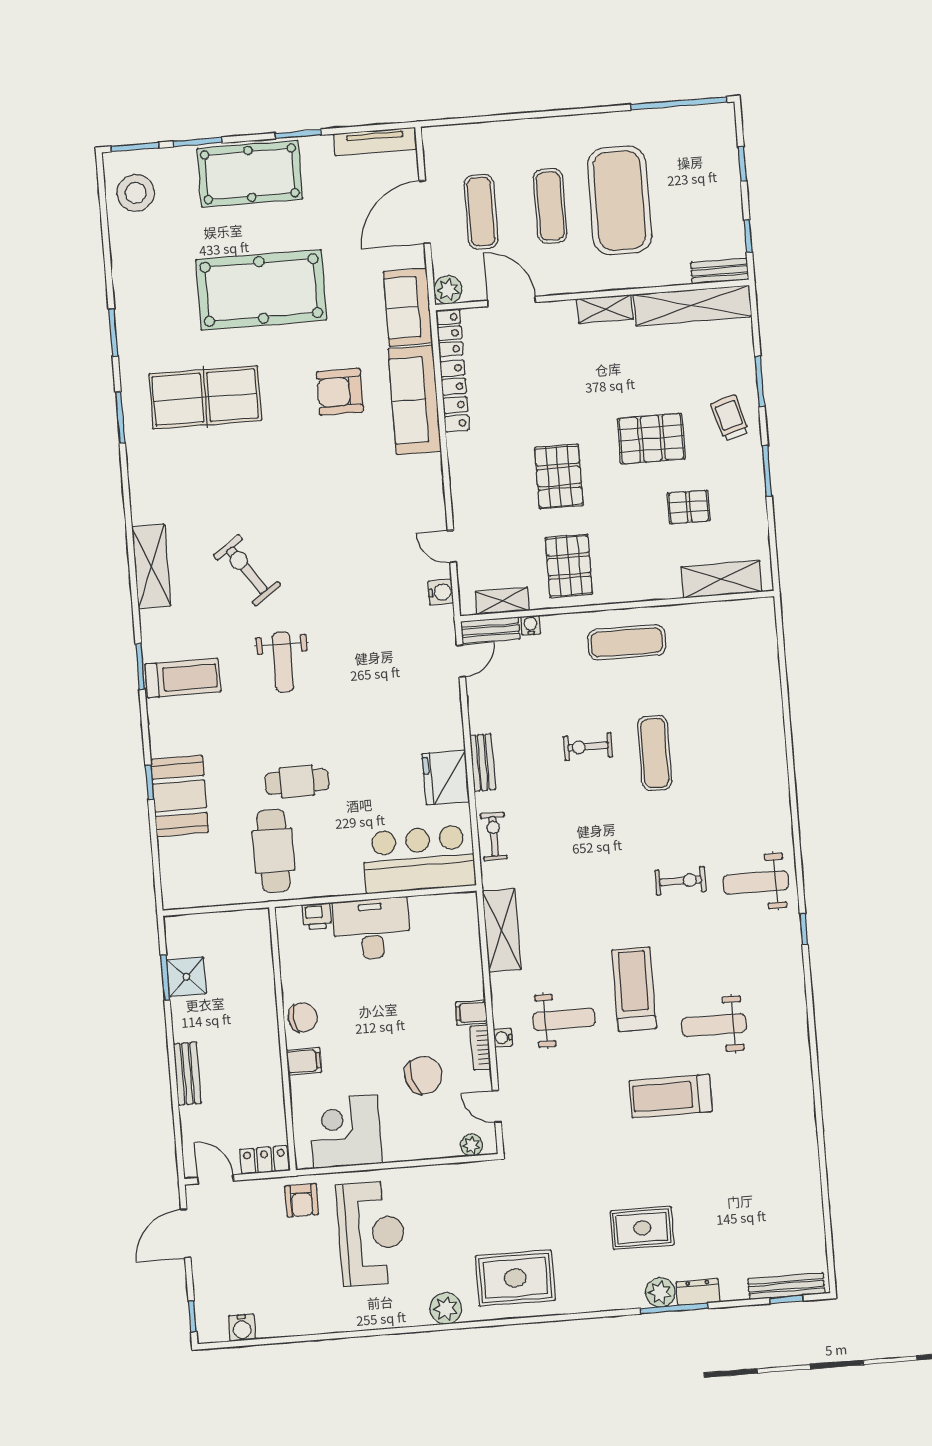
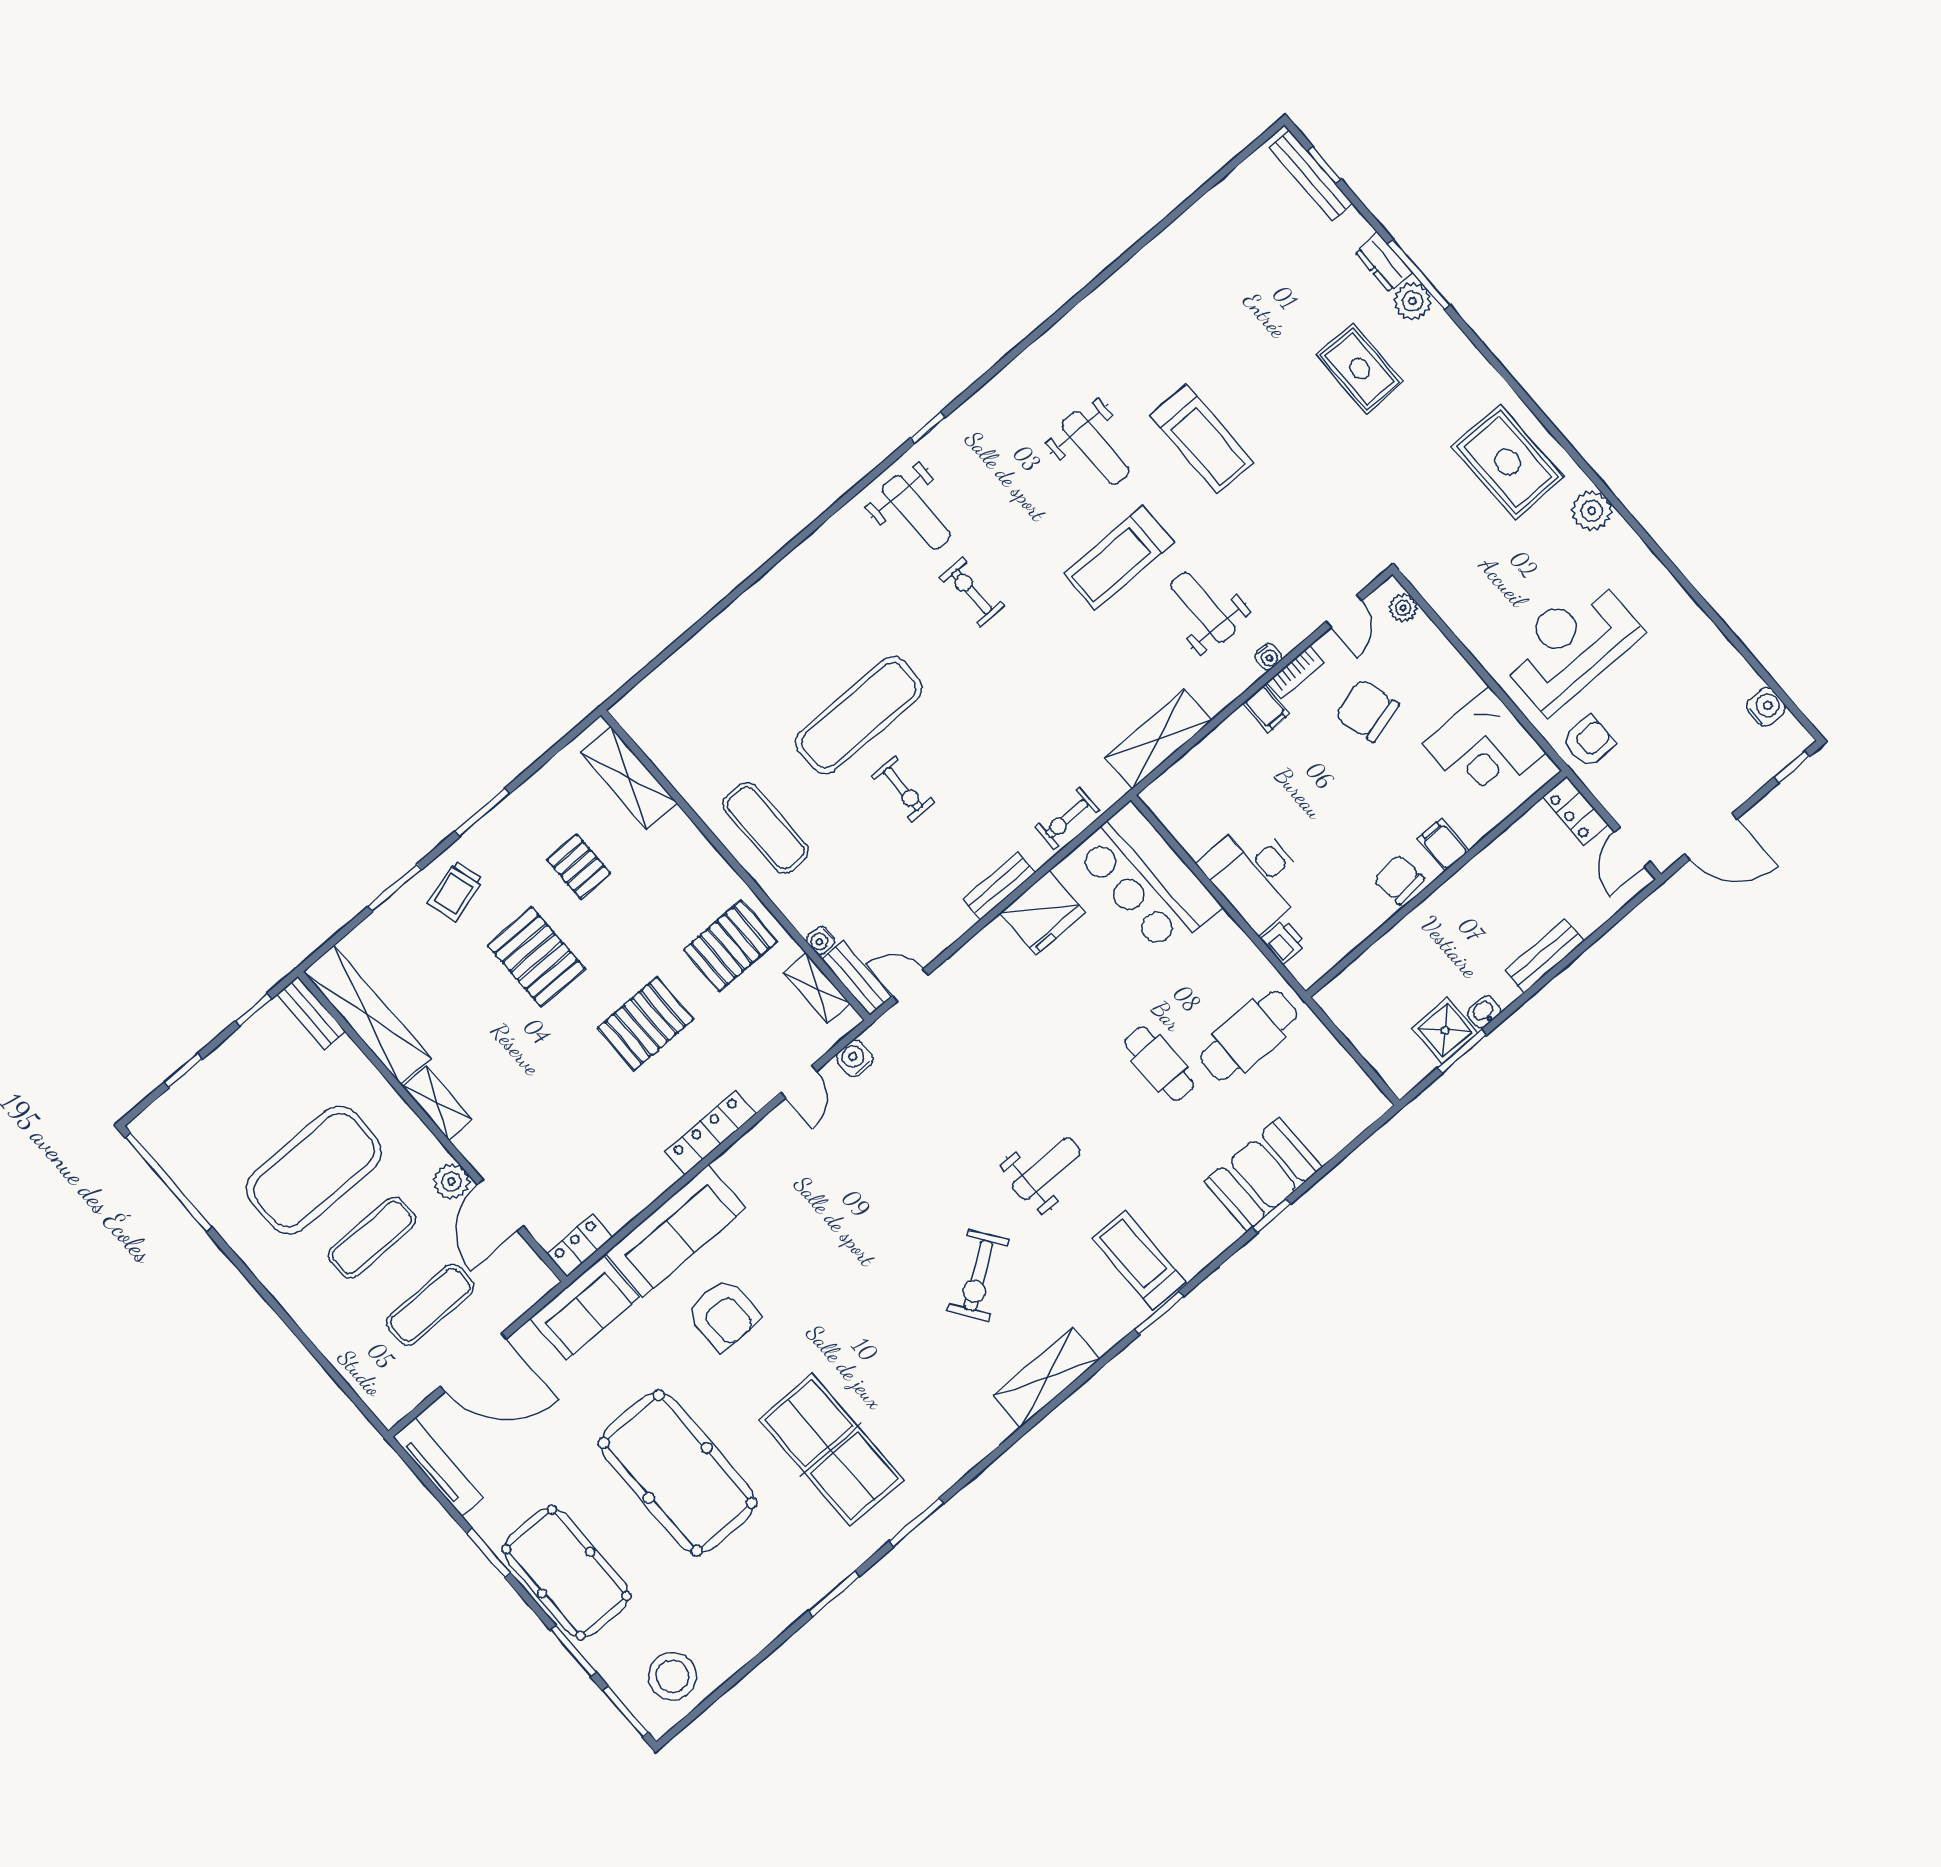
plant: (448, 290) -> (451, 1181), moved
locker: (455, 396) -> (710, 1133), moved
exercise mat: (655, 753) -> (859, 715), width x1.36, depth x1.45
washbasin: (180, 1010) -> (1484, 1012), added

